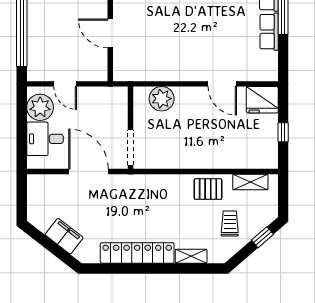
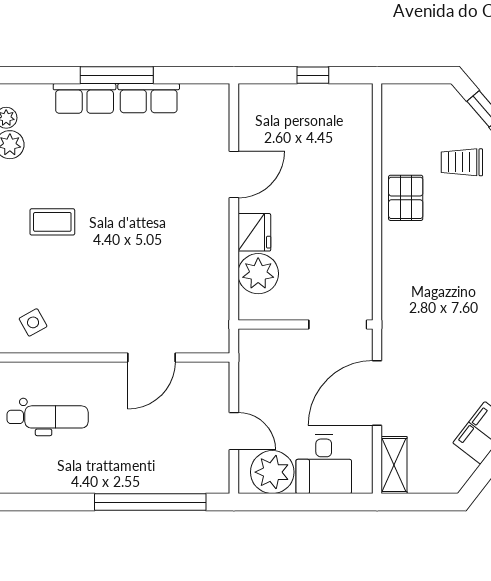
door: (65, 84) -> (234, 431), hinge flipped
fridge: (262, 100) -> (254, 232), moved, width x0.73, depth x0.75
shelving: (250, 182) -> (394, 465), moved

